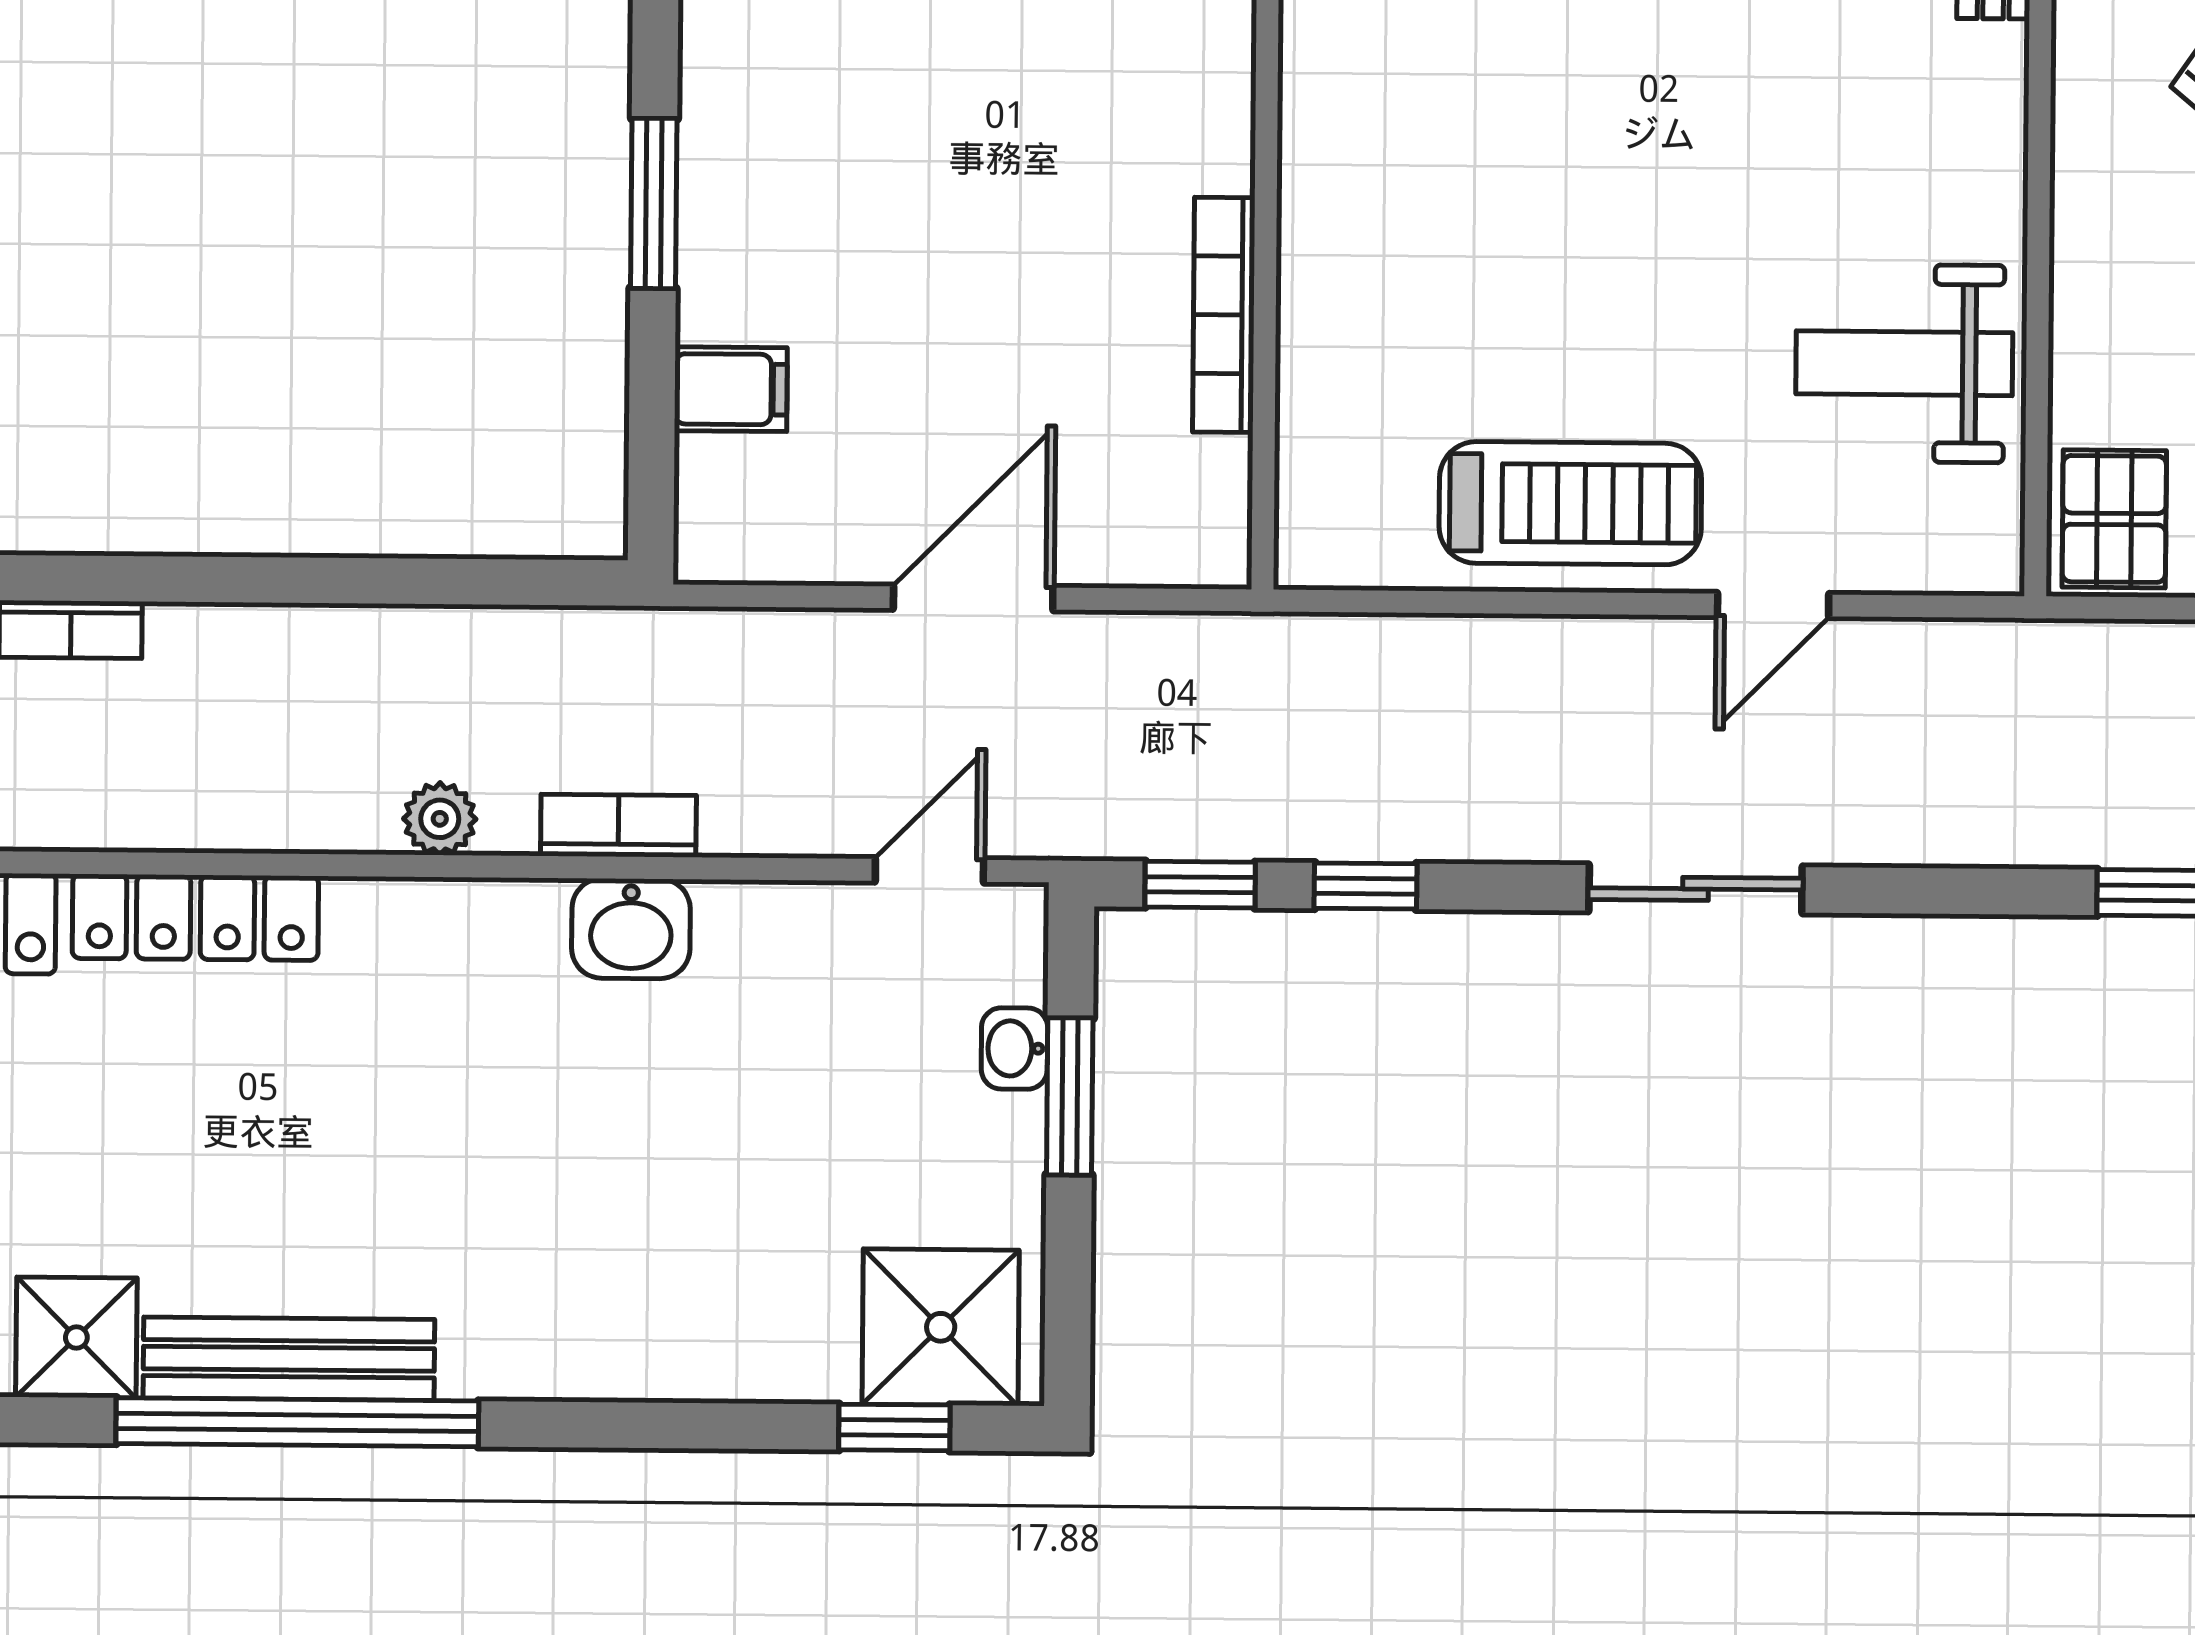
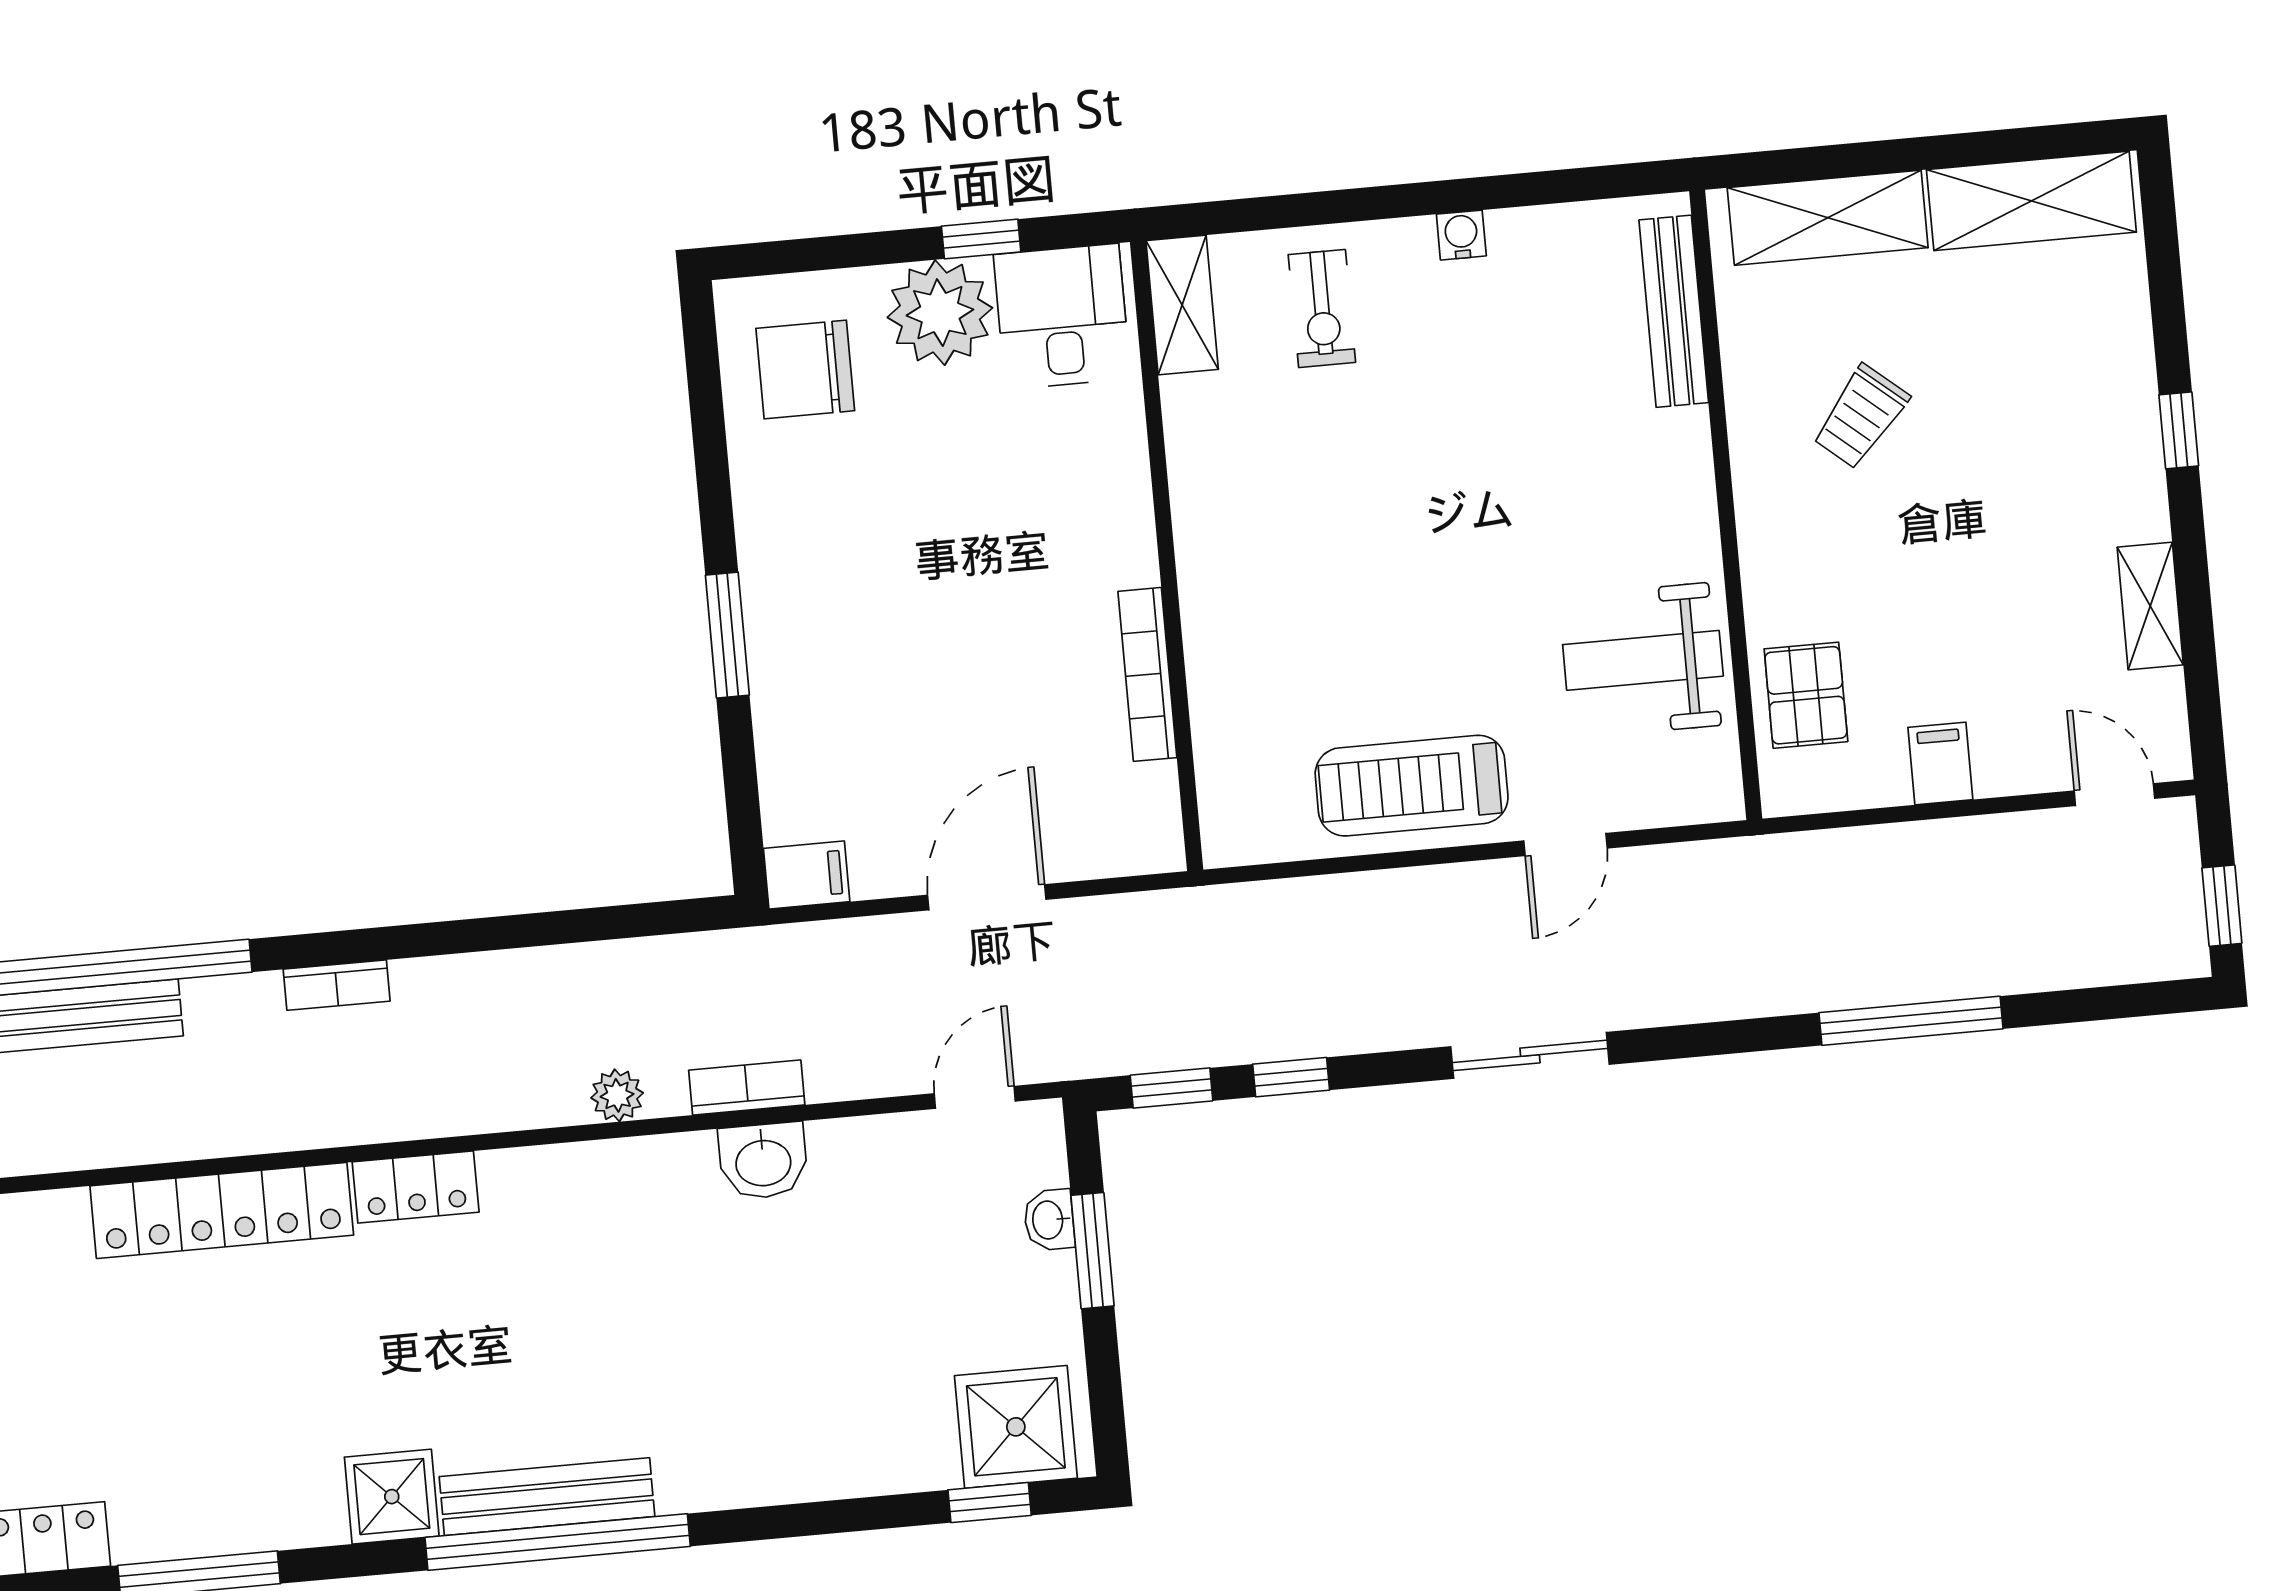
filing cabinet: (731, 389) -> (807, 875), moved
treadmill: (1570, 503) -> (1412, 786), turned 180
pallet: (2114, 519) -> (1806, 695), moved
locker: (195, 917) -> (416, 1187), width x0.66

